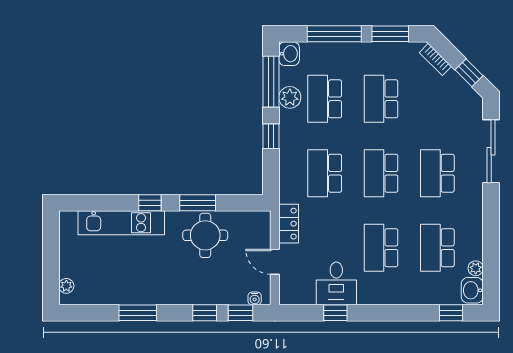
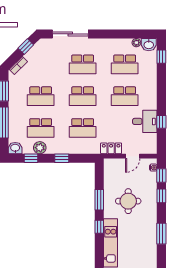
window: (271, 82) -> (31, 158), width x0.46
round table: (205, 235) -> (128, 201), moved

